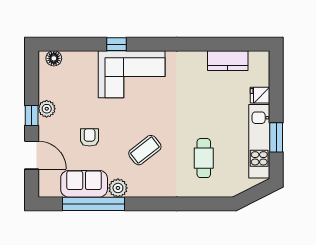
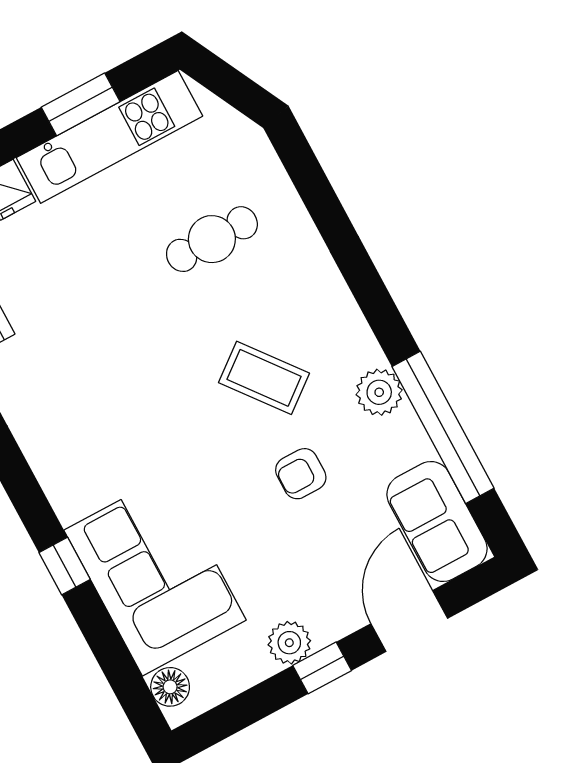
corner sofa: (132, 74) -> (155, 575), moved
armchair: (90, 137) -> (301, 474), moved
sofa: (84, 184) -> (437, 522), moved

